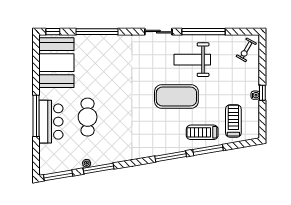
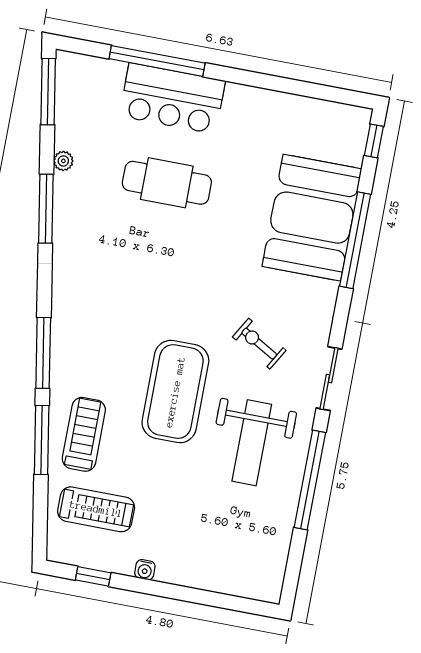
exercise bike: (246, 50) -> (259, 344), moved
weight bench: (192, 60) -> (252, 443), turned 180
booth: (56, 63) -> (312, 218), moved, turned 90
window: (262, 93) -> (93, 576), moved
window: (36, 116) -> (157, 61), moved
window: (99, 169) -> (46, 209), moved

